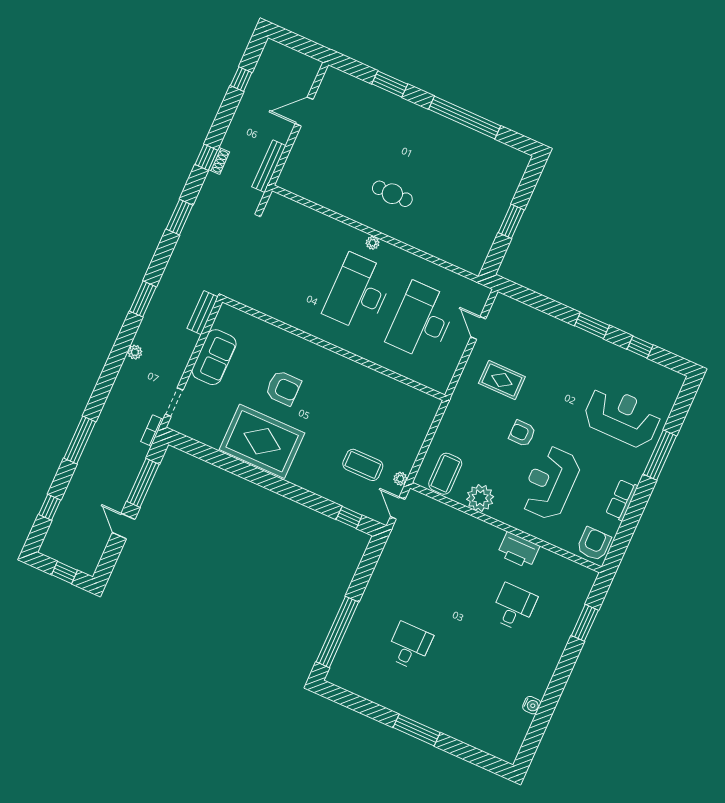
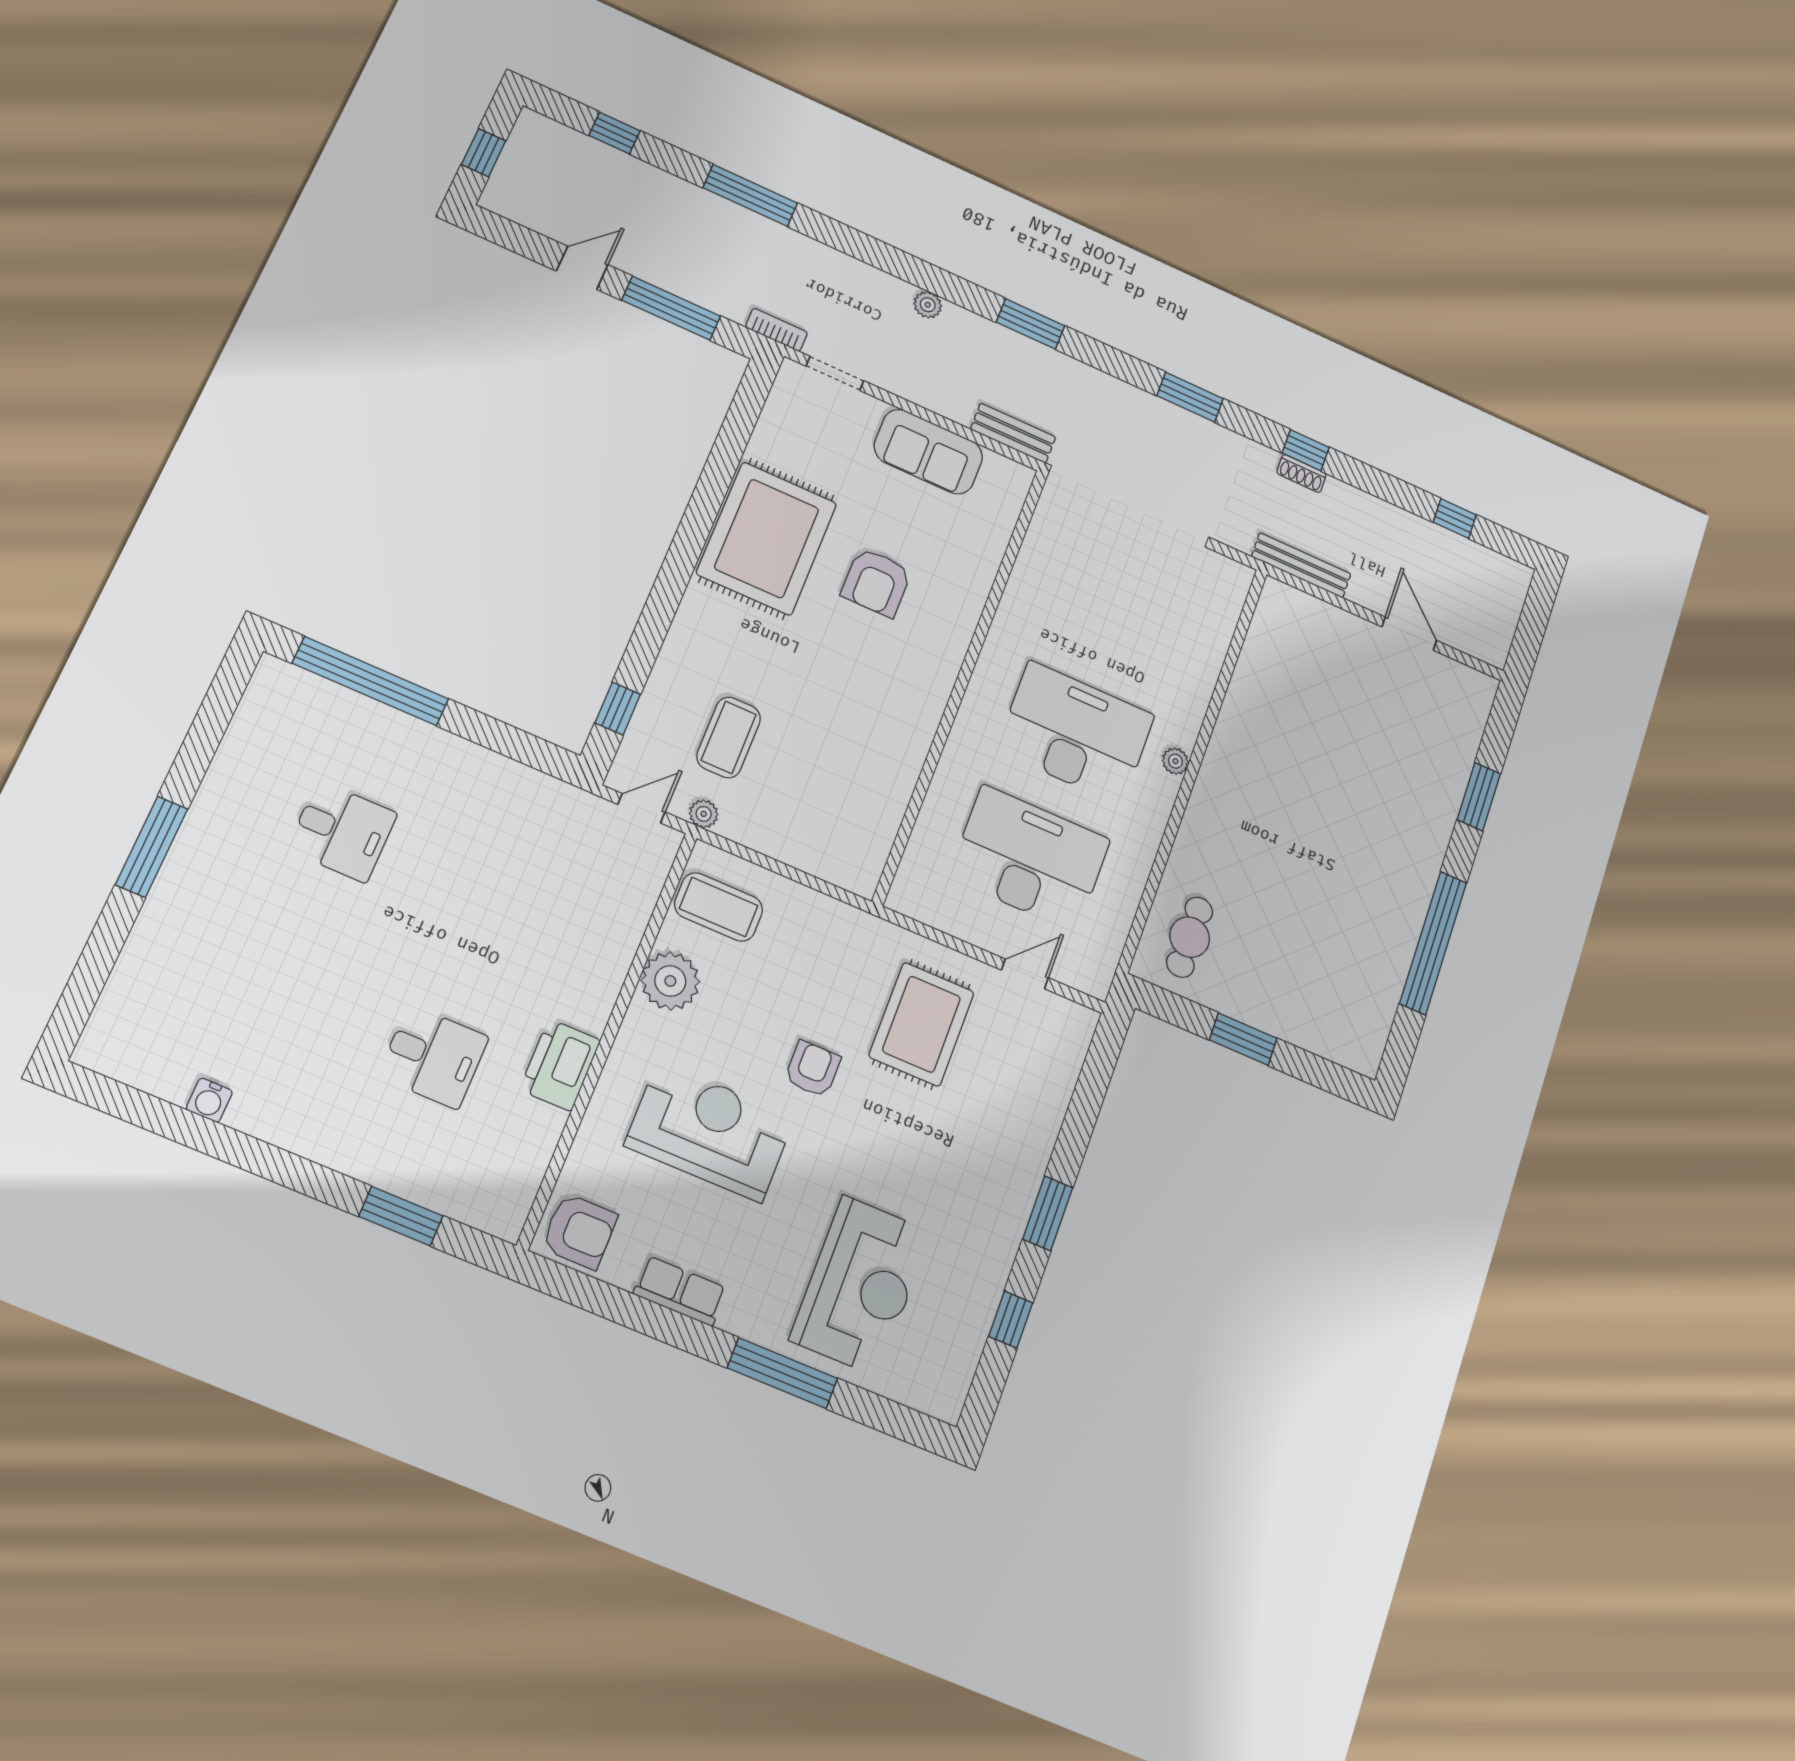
cafe table: (392, 194) -> (1190, 937), moved
rug: (502, 380) -> (922, 1024), width x1.36, depth x1.43

